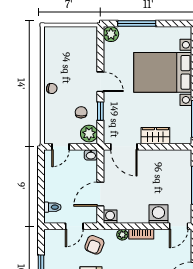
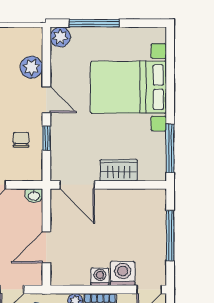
plant: (89, 134) -> (31, 67), moved
washing machine: (110, 217) -> (100, 277), moved

